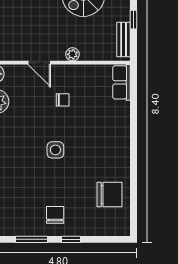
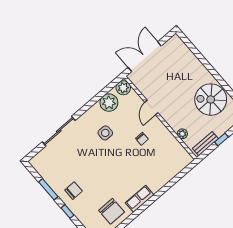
plant: (72, 54) -> (182, 134), moved
row of seats: (122, 82) -> (140, 199), moved
side table: (55, 150) -> (105, 133), moved

